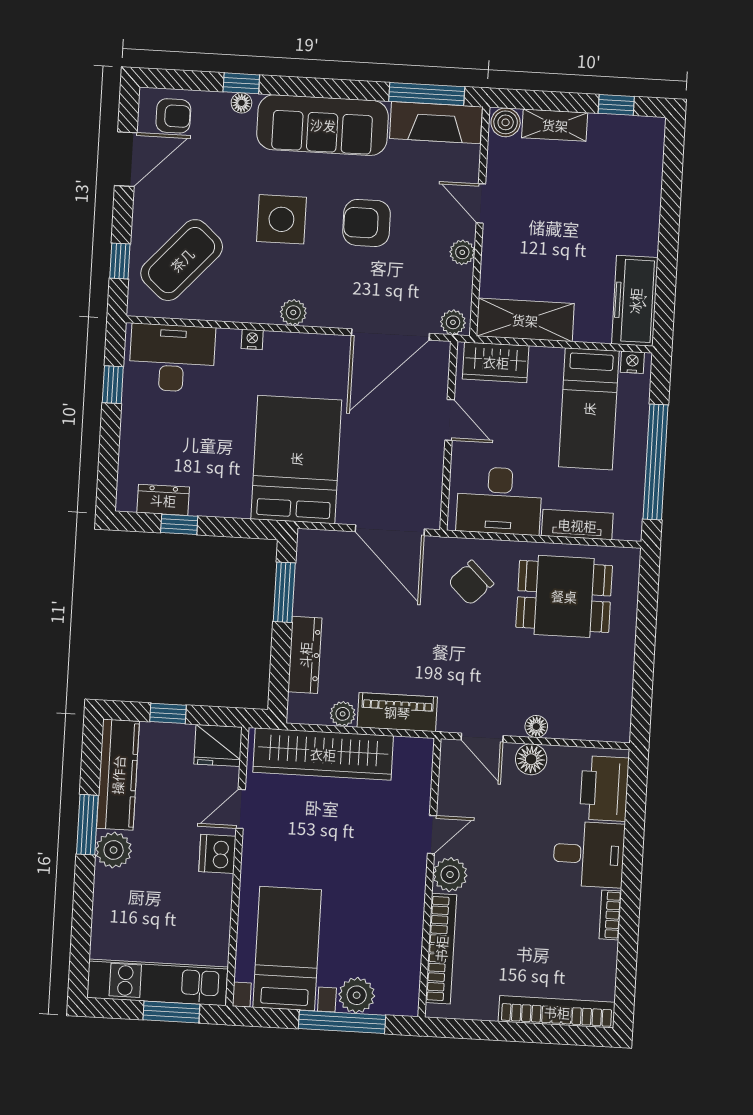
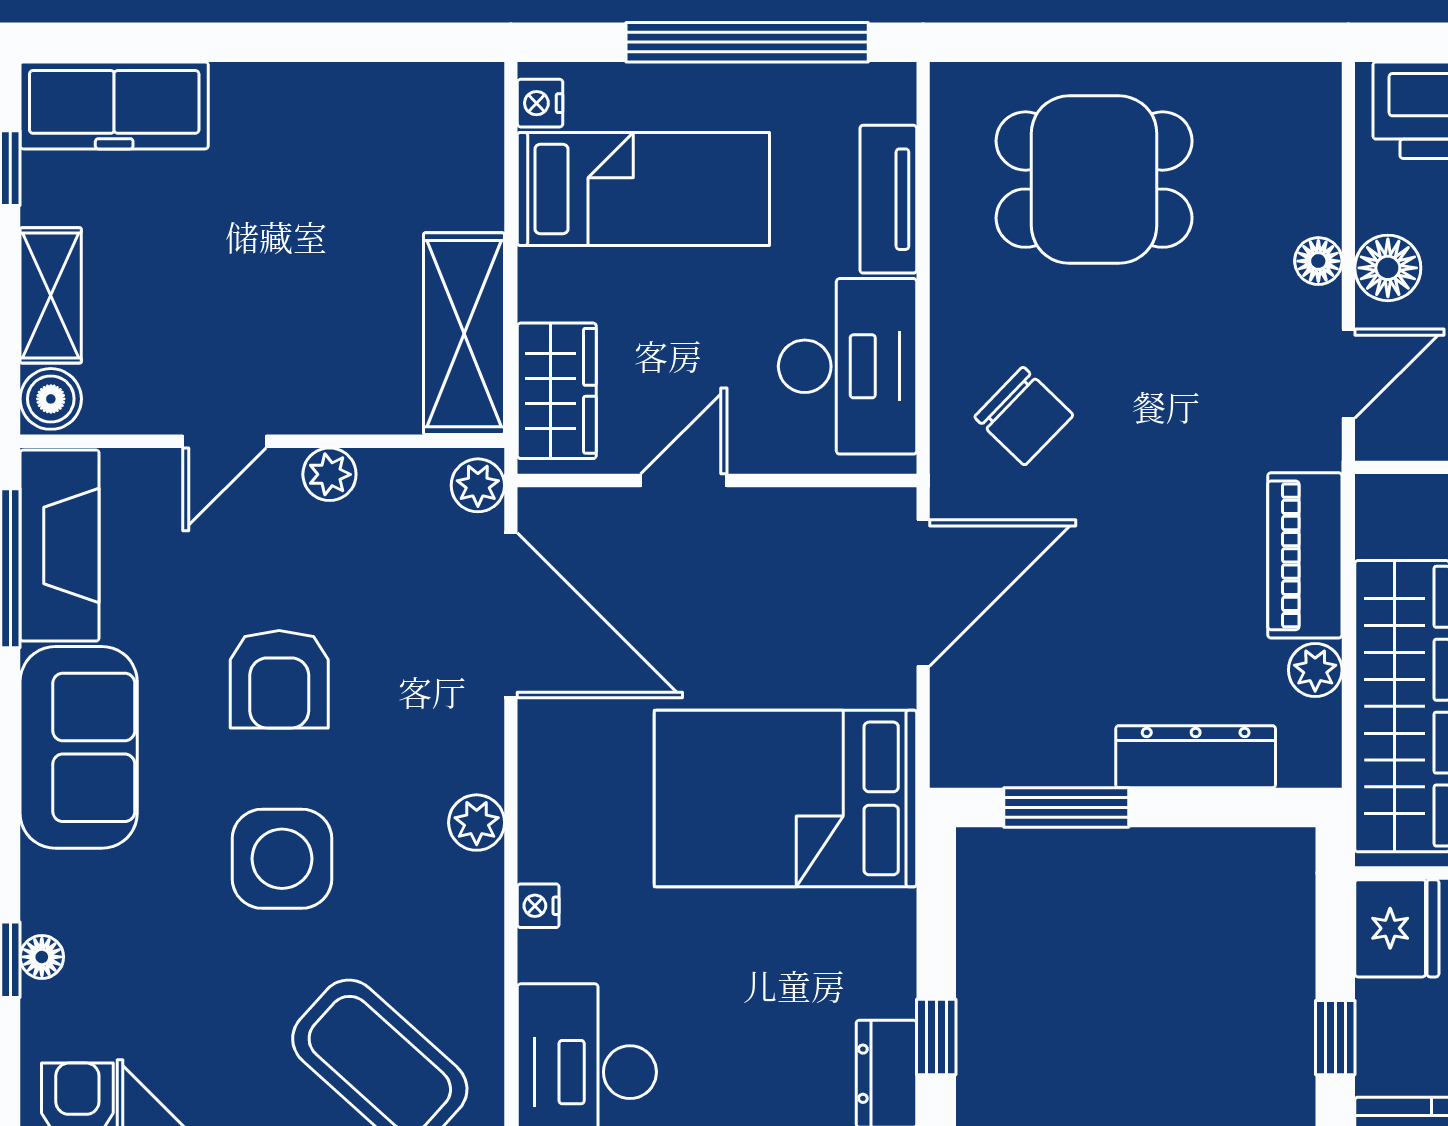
sofa: (323, 125) -> (79, 747), width x0.73
freezer: (635, 301) -> (114, 105), moved
dining table: (564, 596) -> (1094, 180), moved, turned 90

